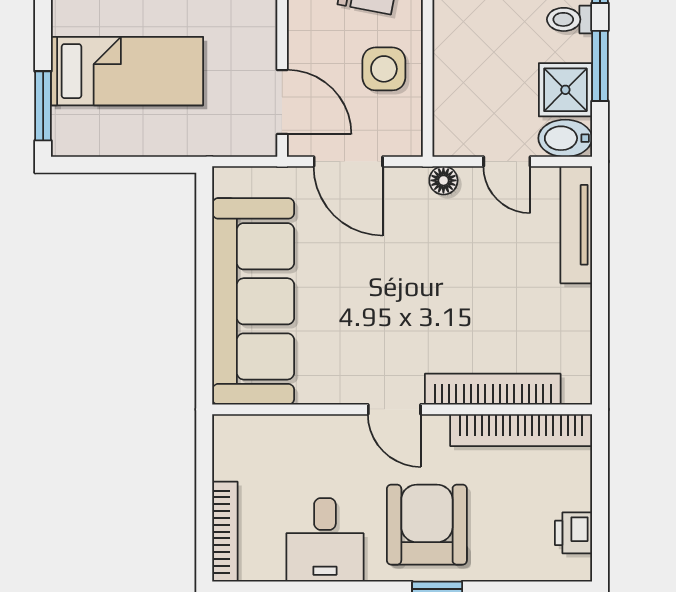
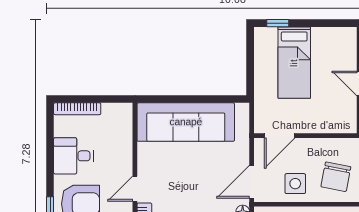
window: (43, 106) -> (278, 23), width x0.67
door: (348, 162) -> (252, 182), moved

